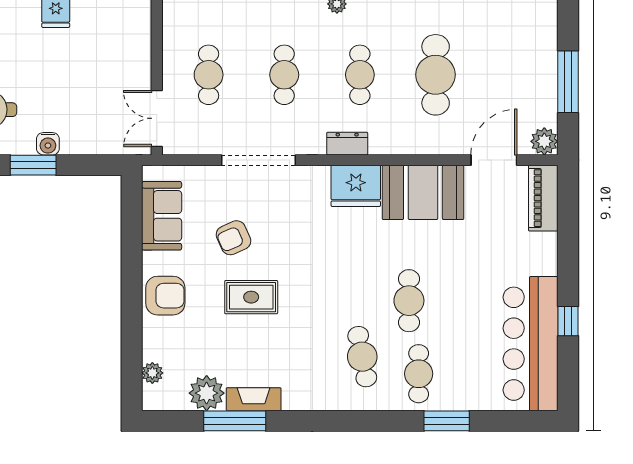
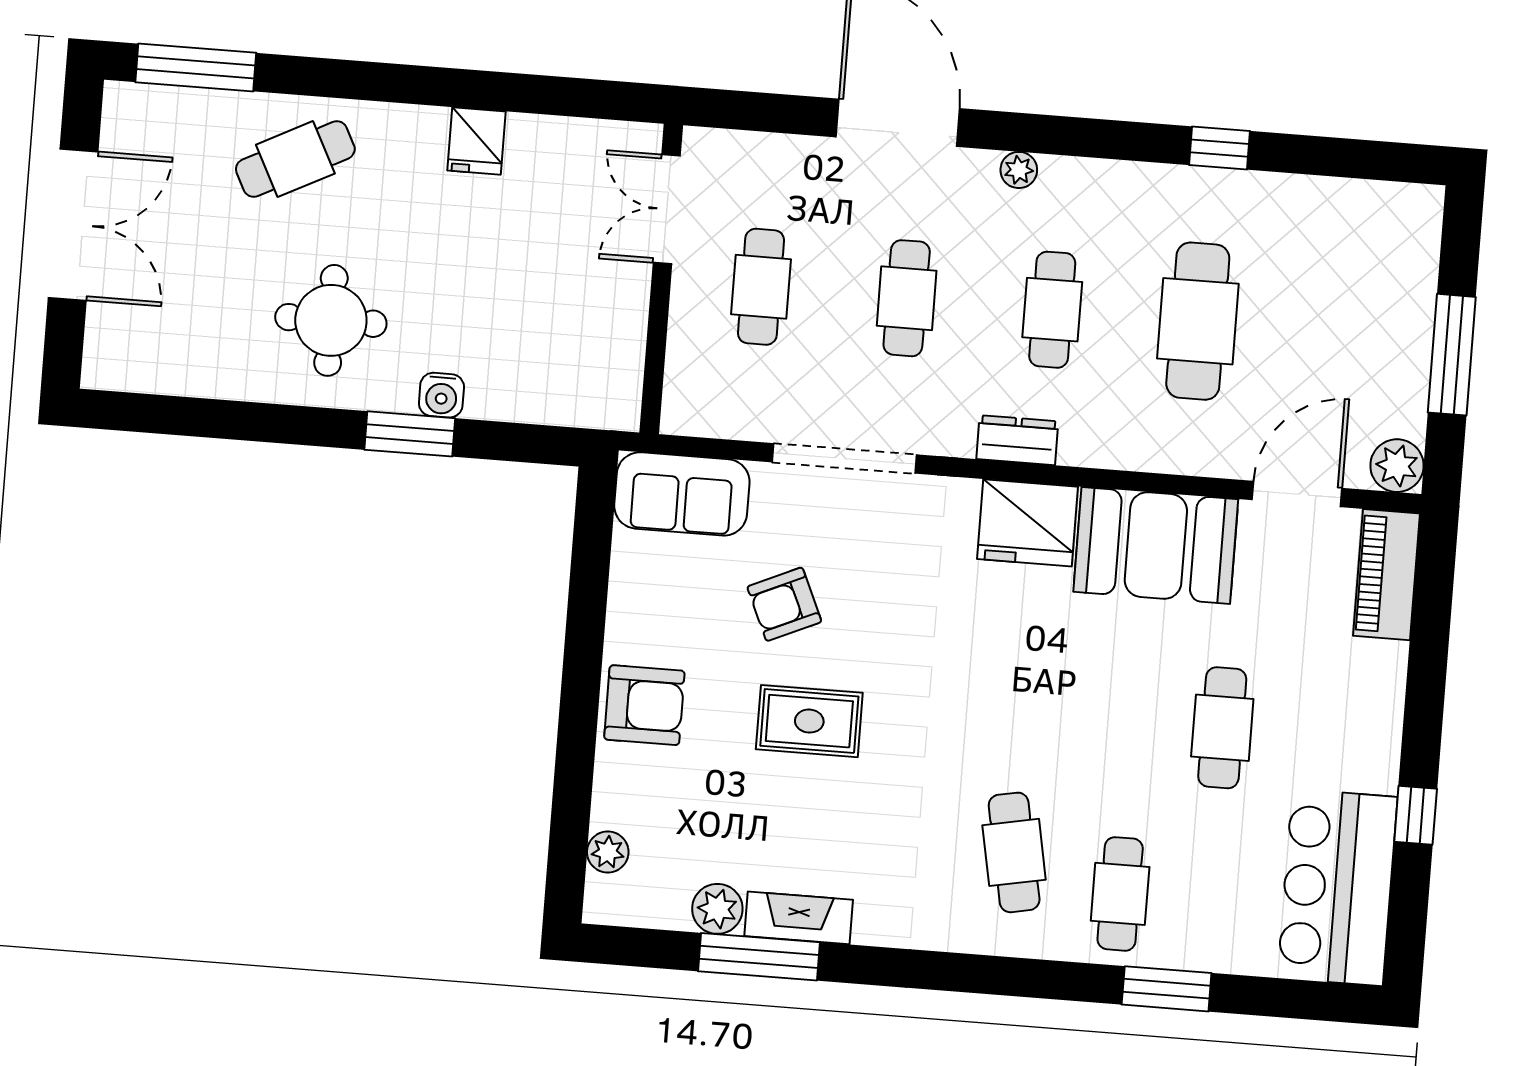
double door: (157, 118) -> (667, 209), moved
sofa: (162, 216) -> (682, 494), moved, turned 90
cafe table: (409, 301) -> (1222, 728), moved
bar counter: (531, 344) -> (1337, 887), width x0.73
plant: (207, 393) -> (717, 909), width x0.73, depth x0.73

